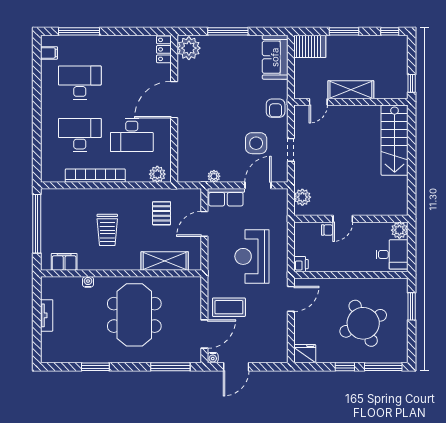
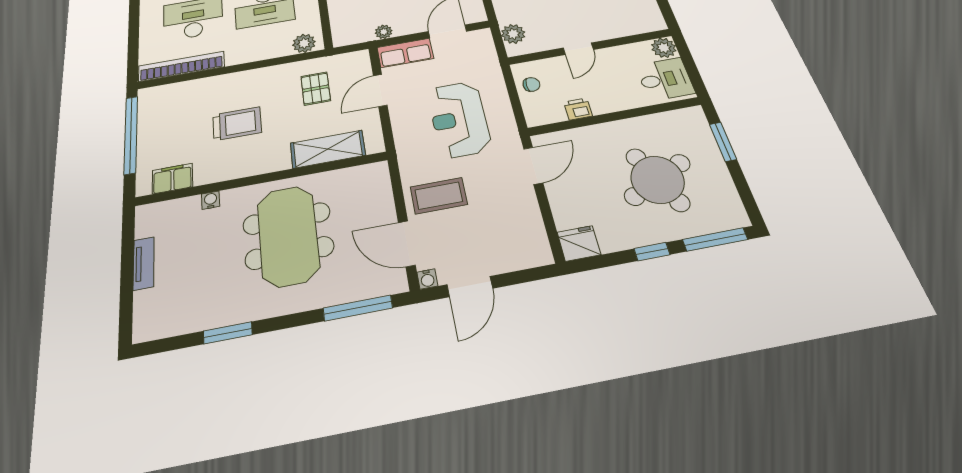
bookcase: (95, 176) -> (181, 66), moved
trolley: (107, 230) -> (237, 124), turned -90
chair: (327, 230) -> (531, 84), moved
printer: (301, 264) -> (578, 109), moved, turned -90
door: (204, 334) -> (407, 244), swing flipped

